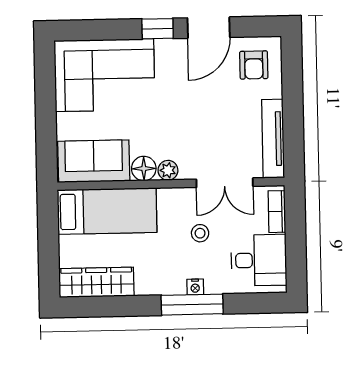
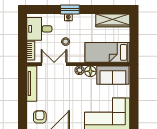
window: (192, 305) -> (70, 9), width x0.69

